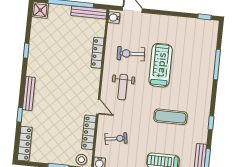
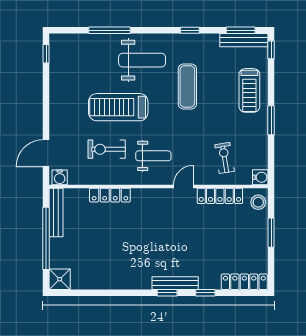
window: (26, 51) -> (167, 293), moved
exercise bike: (131, 54) -> (107, 149), turned 93
weight bench: (193, 86) -> (142, 60), added

